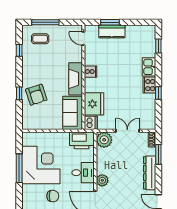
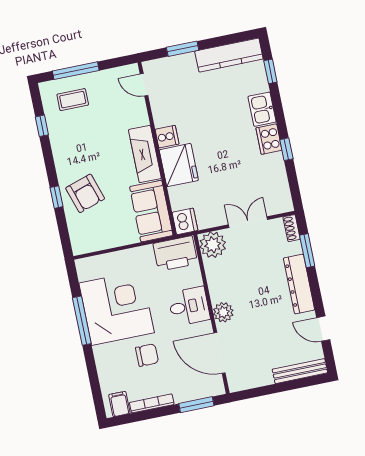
kitchen counter: (112, 31) -> (229, 55), moved, width x1.50
fridge: (94, 104) -> (179, 165), moved

